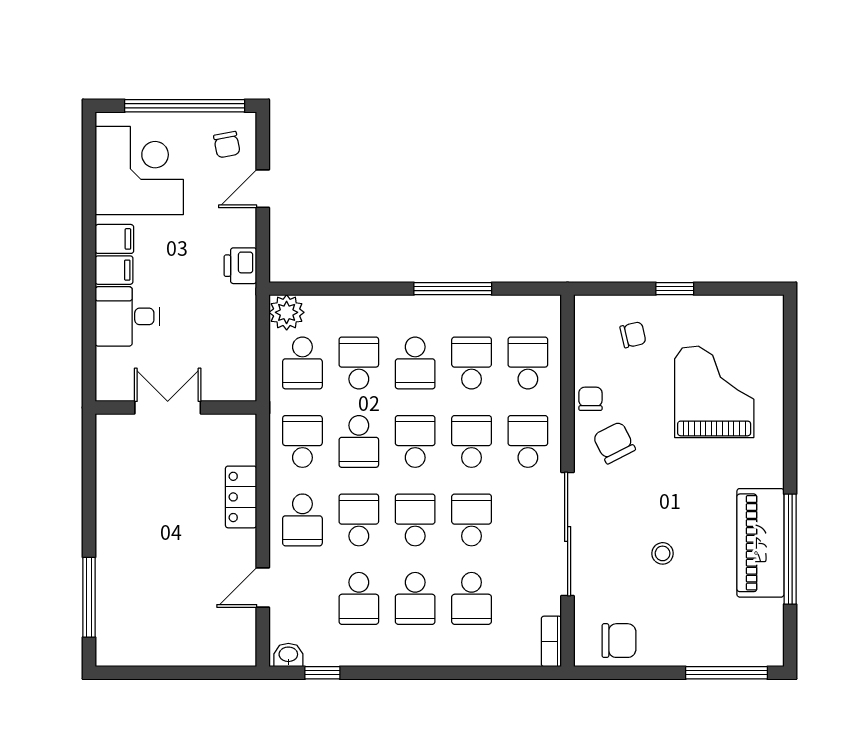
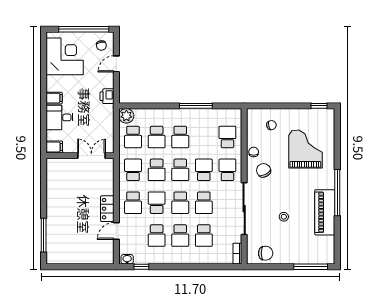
filing cabinet: (114, 239) -> (54, 147), moved
window: (675, 289) -> (319, 106), moved
school desk: (359, 363) -> (157, 137), turned 180
school desk: (472, 363) -> (204, 137), removed
double door: (168, 408) -> (91, 156), moved
school desk: (415, 441) -> (180, 170), turned 180
locker: (241, 497) -> (107, 209), moved
school desk: (415, 520) -> (180, 203), turned 180
school desk: (472, 520) -> (204, 203), turned 180
window: (790, 549) -> (337, 193), moved

